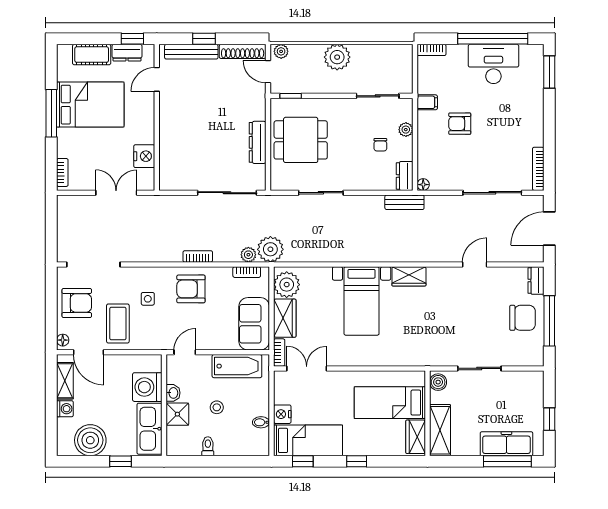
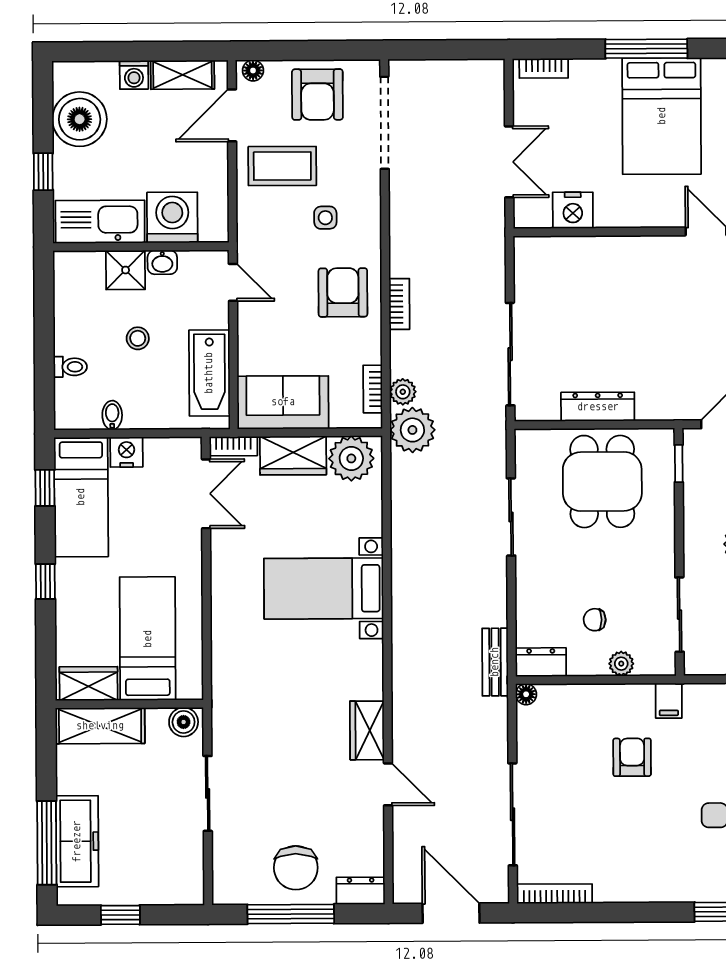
wardrobe: (409, 276) -> (367, 730), moved
toilet: (208, 446) -> (70, 367), moved

